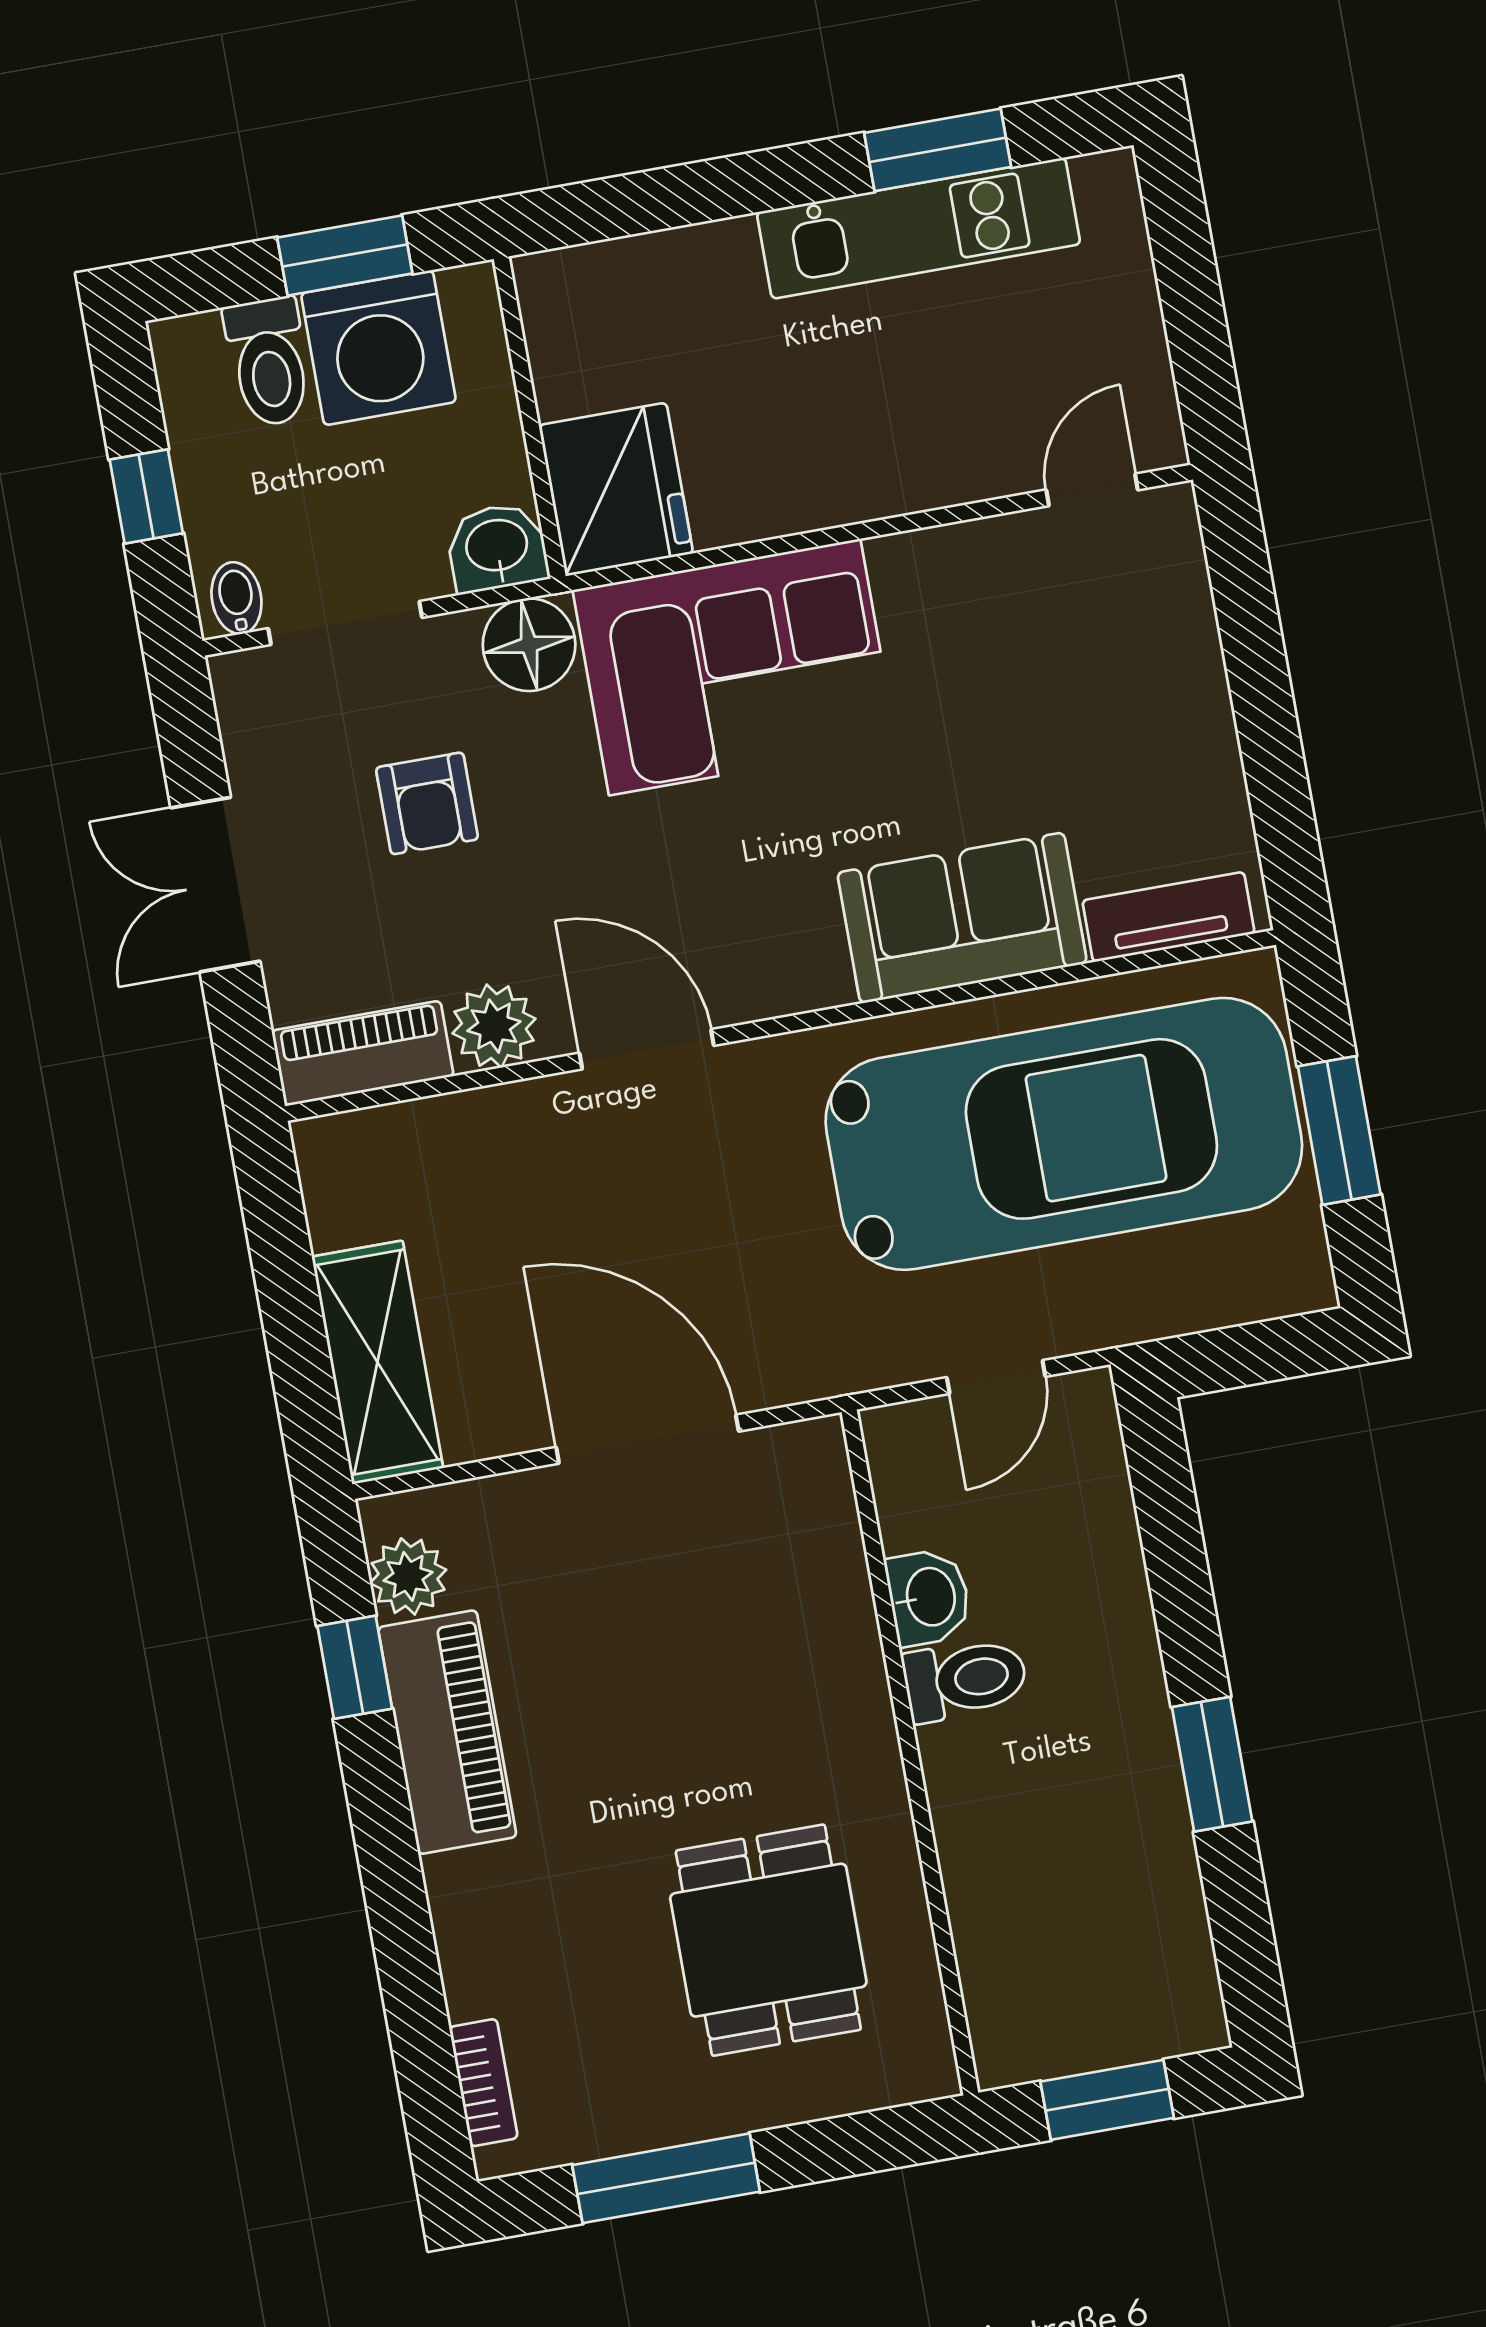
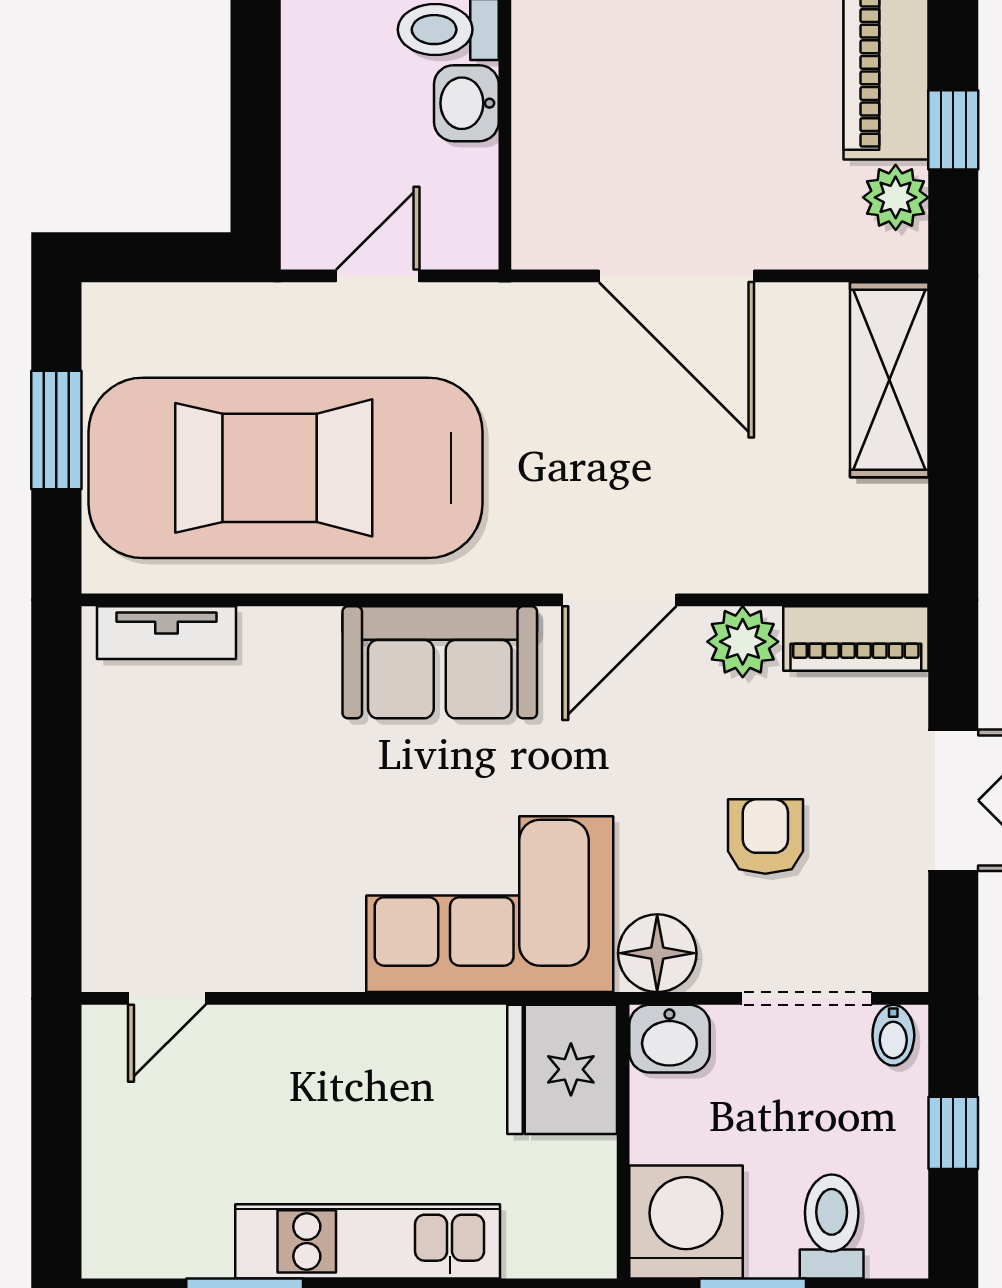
kitchen unit: (919, 228) -> (368, 1241), moved
washing machine: (378, 348) -> (686, 1222), moved
sofa: (962, 918) -> (440, 662), moved
door: (647, 1049) -> (619, 600), hinge flipped

